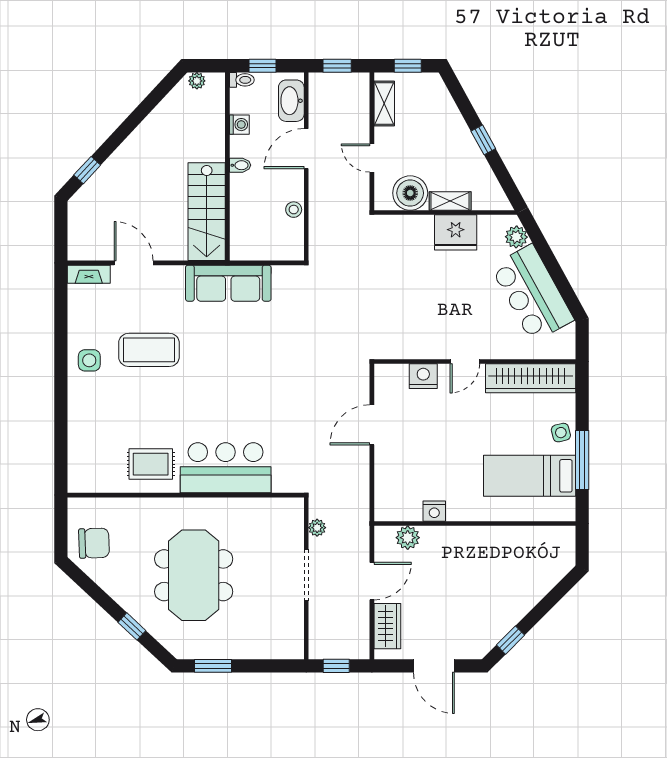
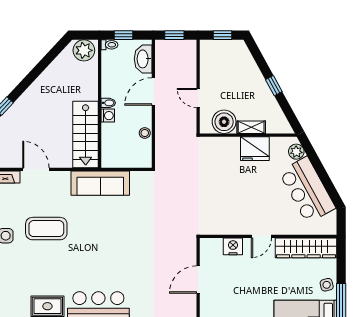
plant: (197, 81) -> (84, 50), width x1.87, depth x1.87
shelving: (384, 104) -> (206, 61), removed
washing machine: (239, 125) -> (108, 116), moved

